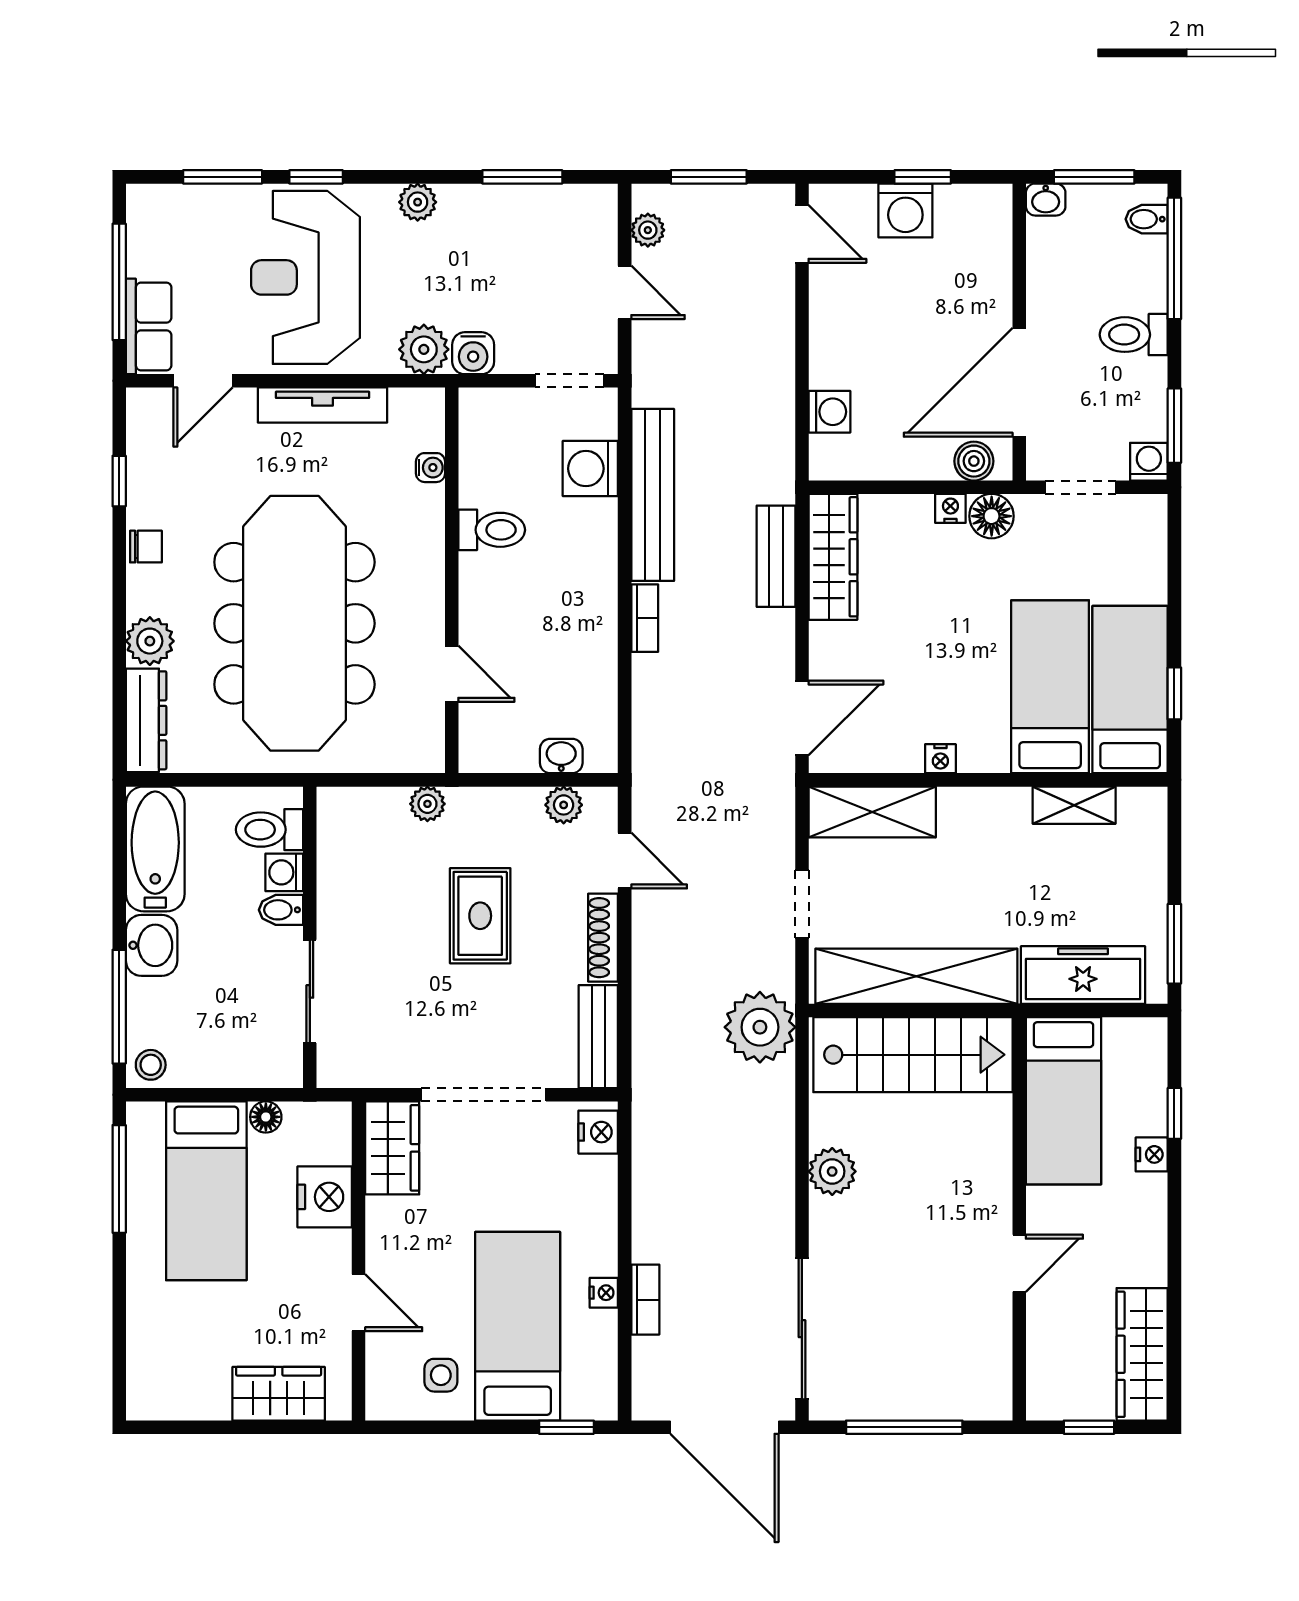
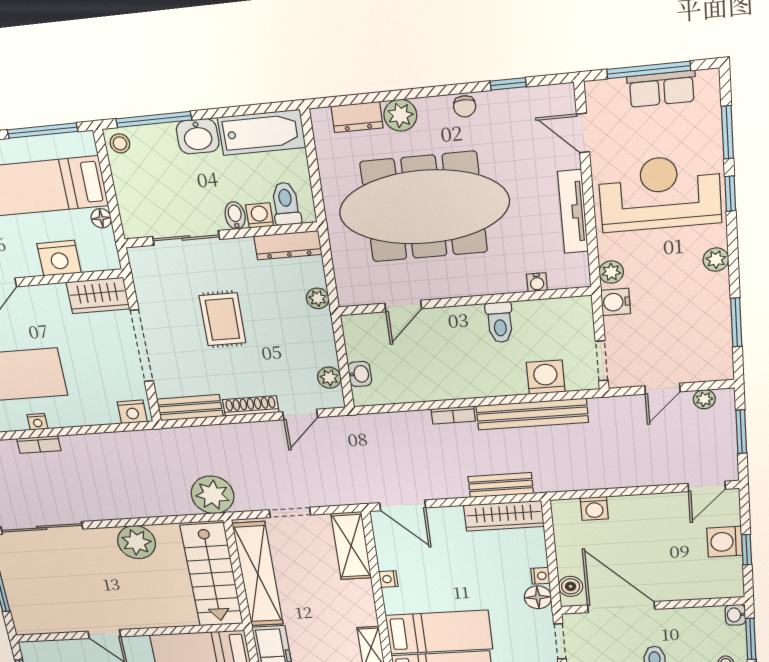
row of seats: (149, 326) -> (662, 89), moved
plant: (424, 349) -> (611, 272), width x0.73, depth x0.73
dresser: (146, 720) -> (357, 117), width x0.70
dresser: (336, 837) -> (288, 245), added
rug: (480, 916) -> (222, 319), moved, turned 90
plant: (832, 1171) -> (137, 542), width x1.36, depth x1.36

